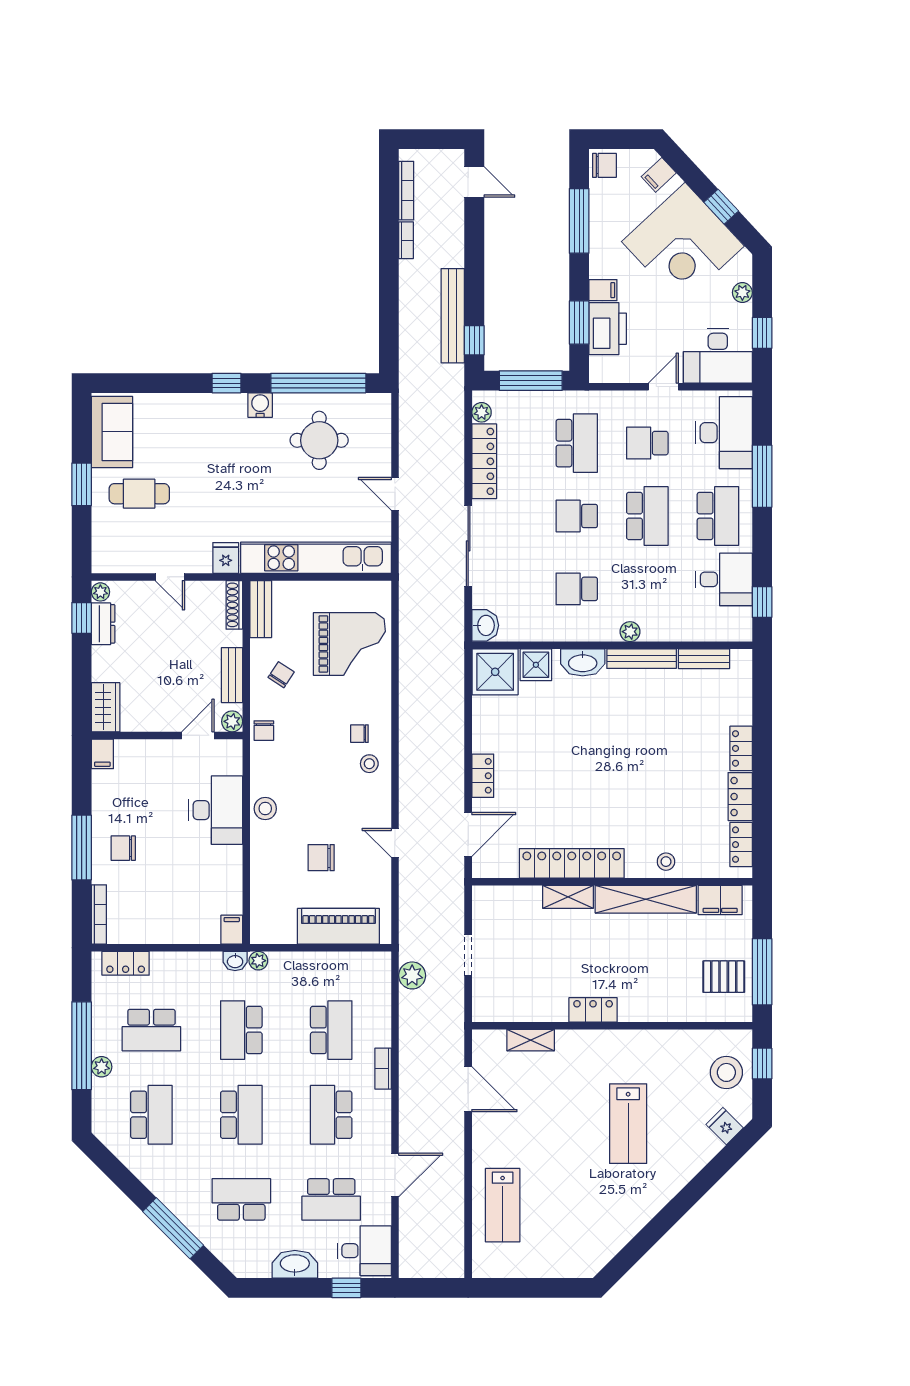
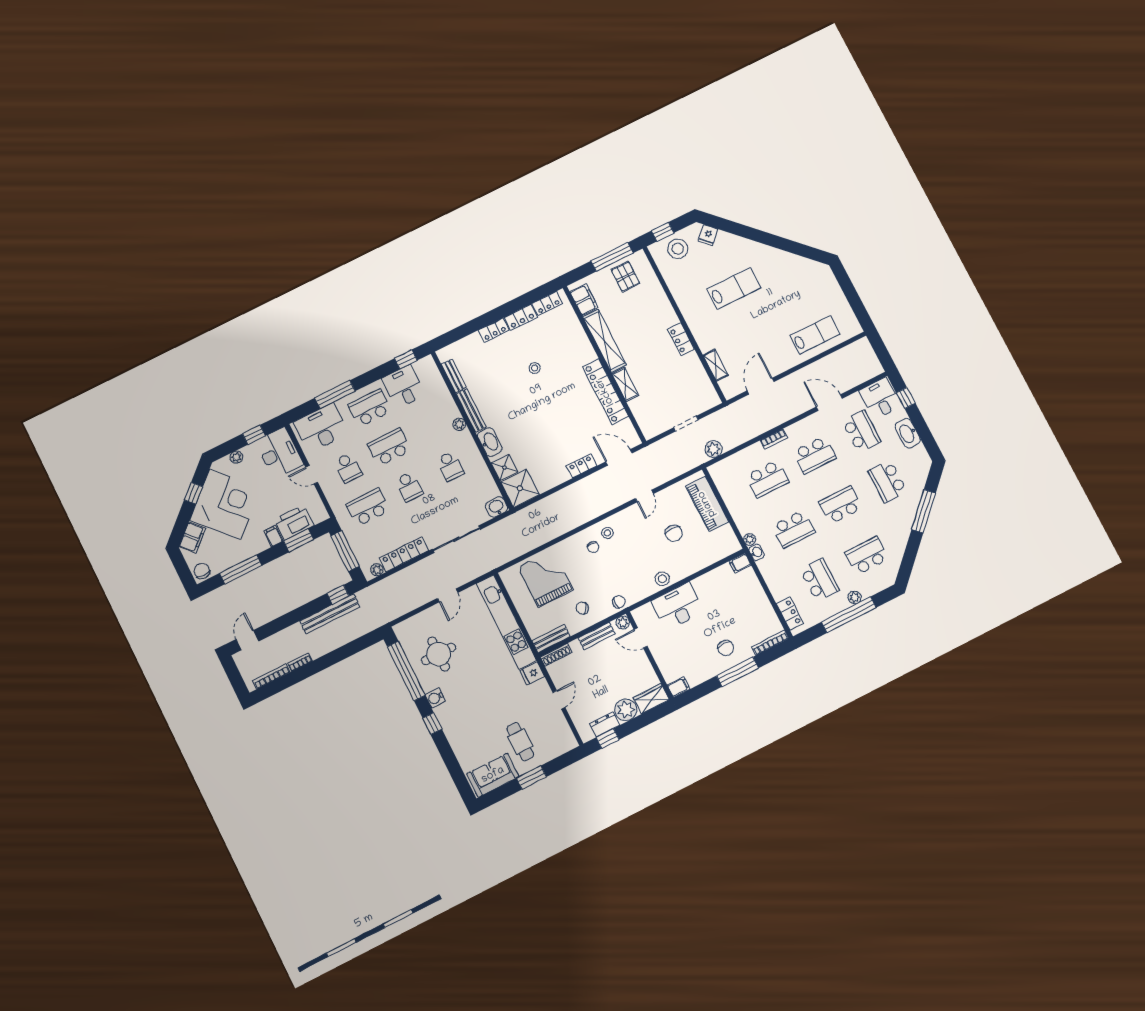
filing cabinet: (659, 175) -> (192, 538), width x2.00
plant: (100, 592) -> (626, 710), moved, width x1.87, depth x1.87
stool: (666, 862) -> (535, 368), moved
school desk: (331, 1030) -> (767, 479), turned 180

